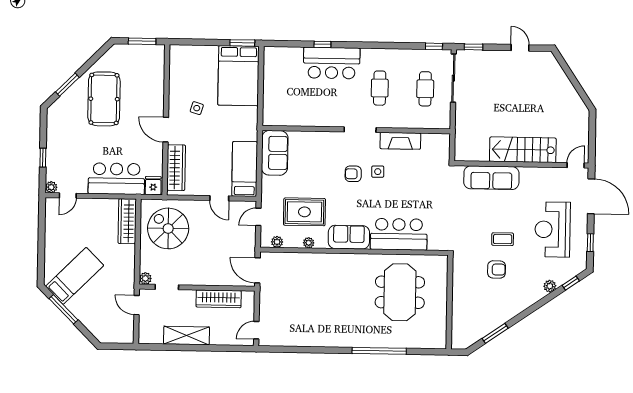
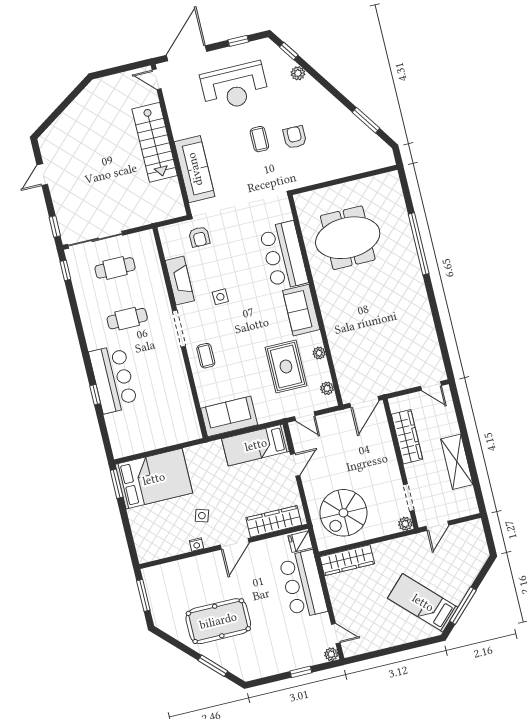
nightstand: (173, 97) -> (196, 545), added
coffee table: (331, 146) -> (206, 356), added
armchair: (353, 174) -> (199, 237), moved

